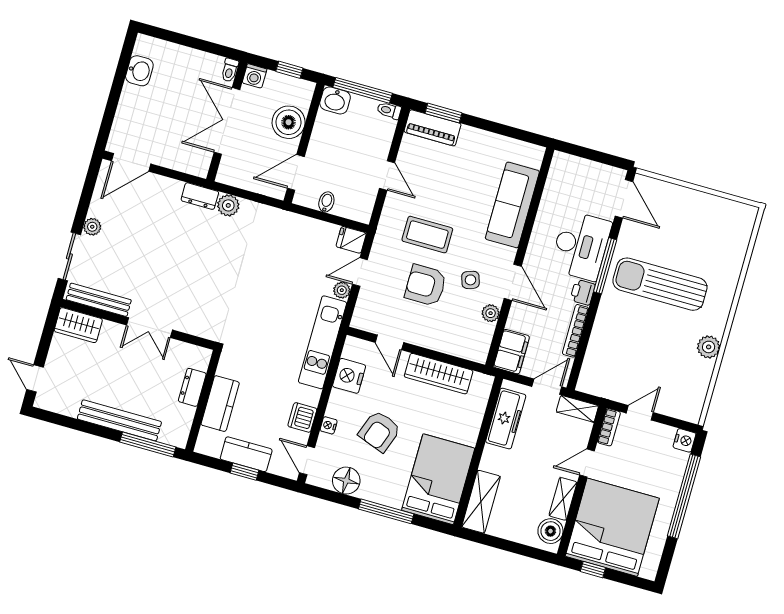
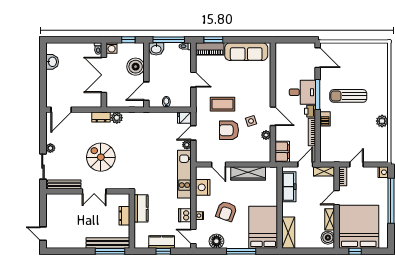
sofa: (512, 205) -> (246, 52), moved, turned -90
desk: (581, 246) -> (302, 92), width x0.73
spiral stairs: (179, 269) -> (101, 157), added
sun lounger: (660, 284) -> (348, 96), width x0.73, depth x0.75
barbecue: (606, 314) -> (325, 119), added
wardrobe: (78, 325) -> (57, 200), removed
kitchen counter: (220, 404) -> (141, 208), moved
bench: (119, 420) -> (108, 243), moved

